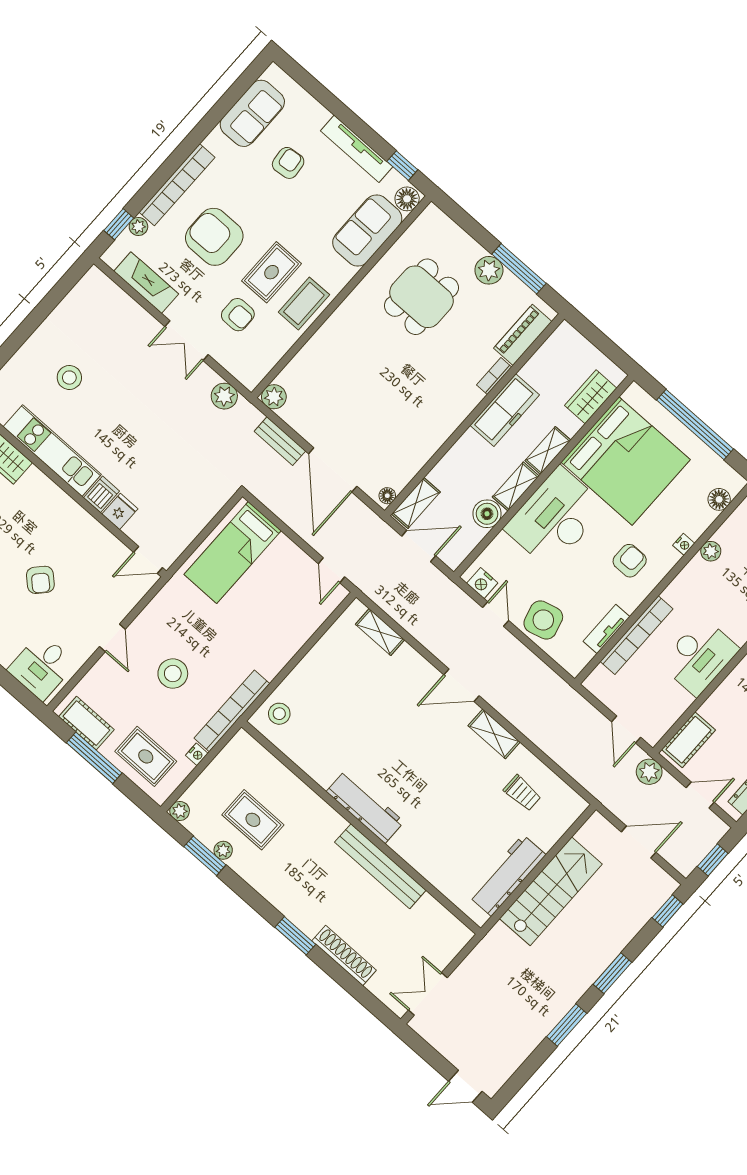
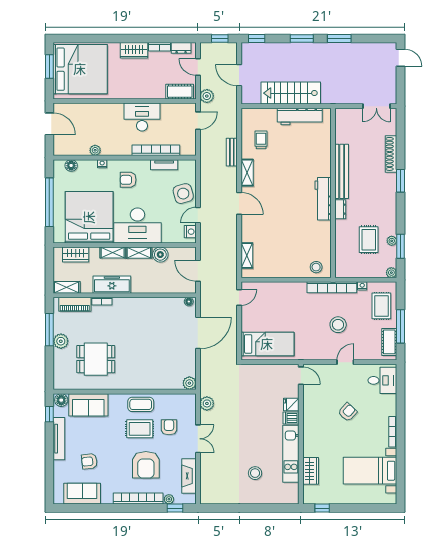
bench: (280, 441) -> (232, 152), moved
shelving: (416, 503) -> (67, 287), moved
dresser: (330, 818) -> (340, 209), added

